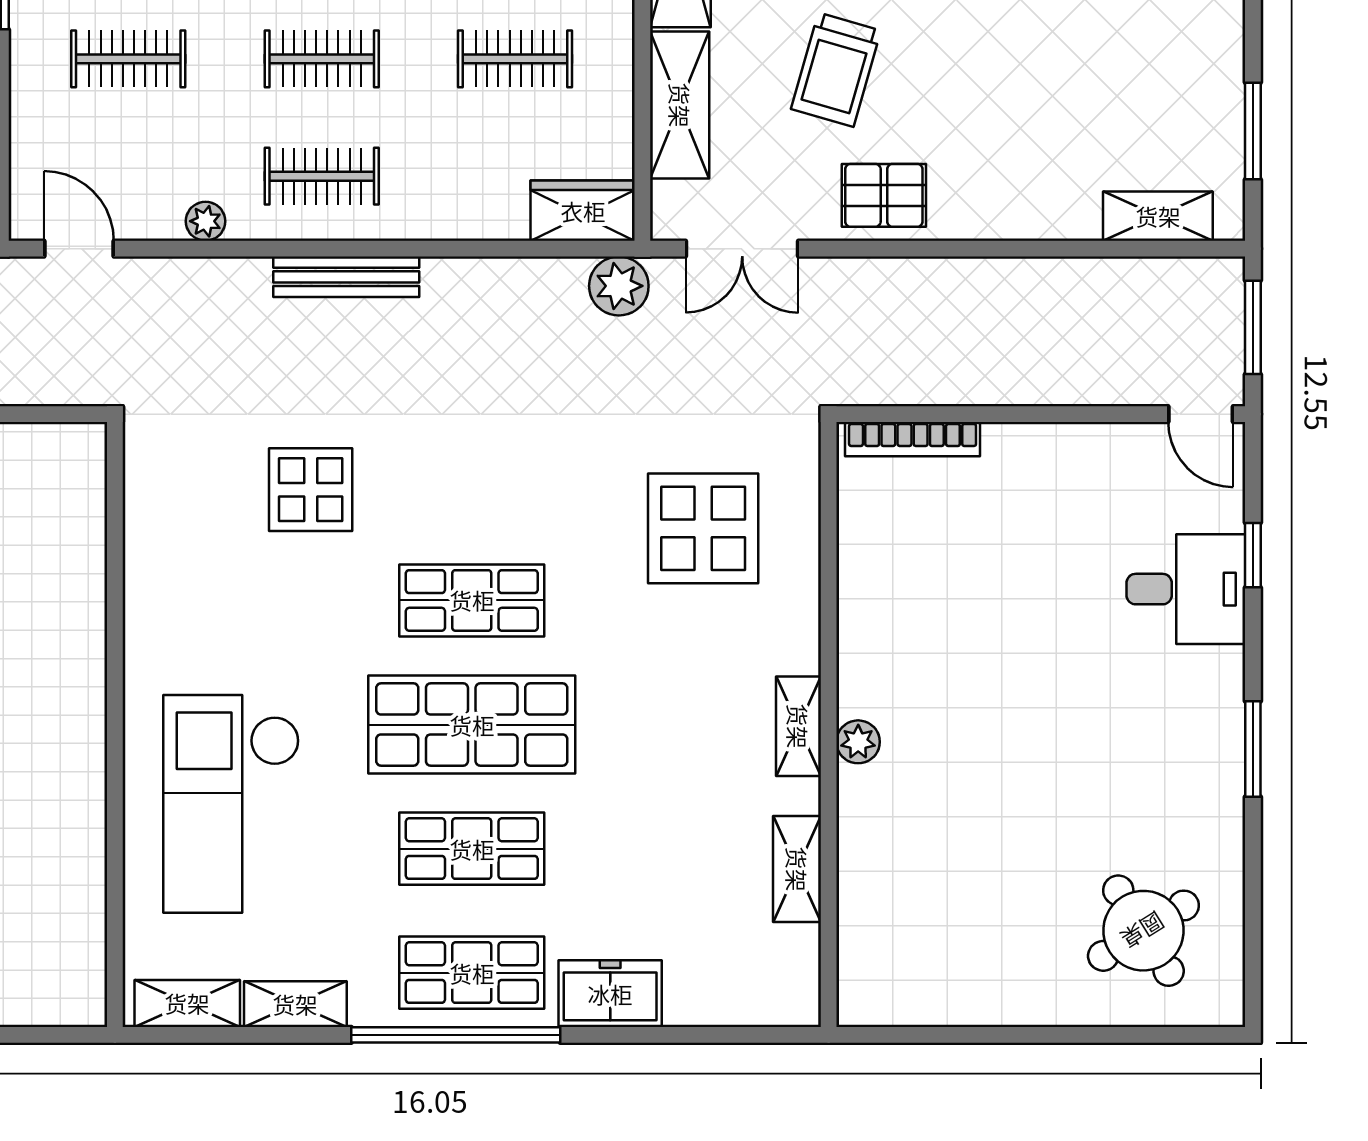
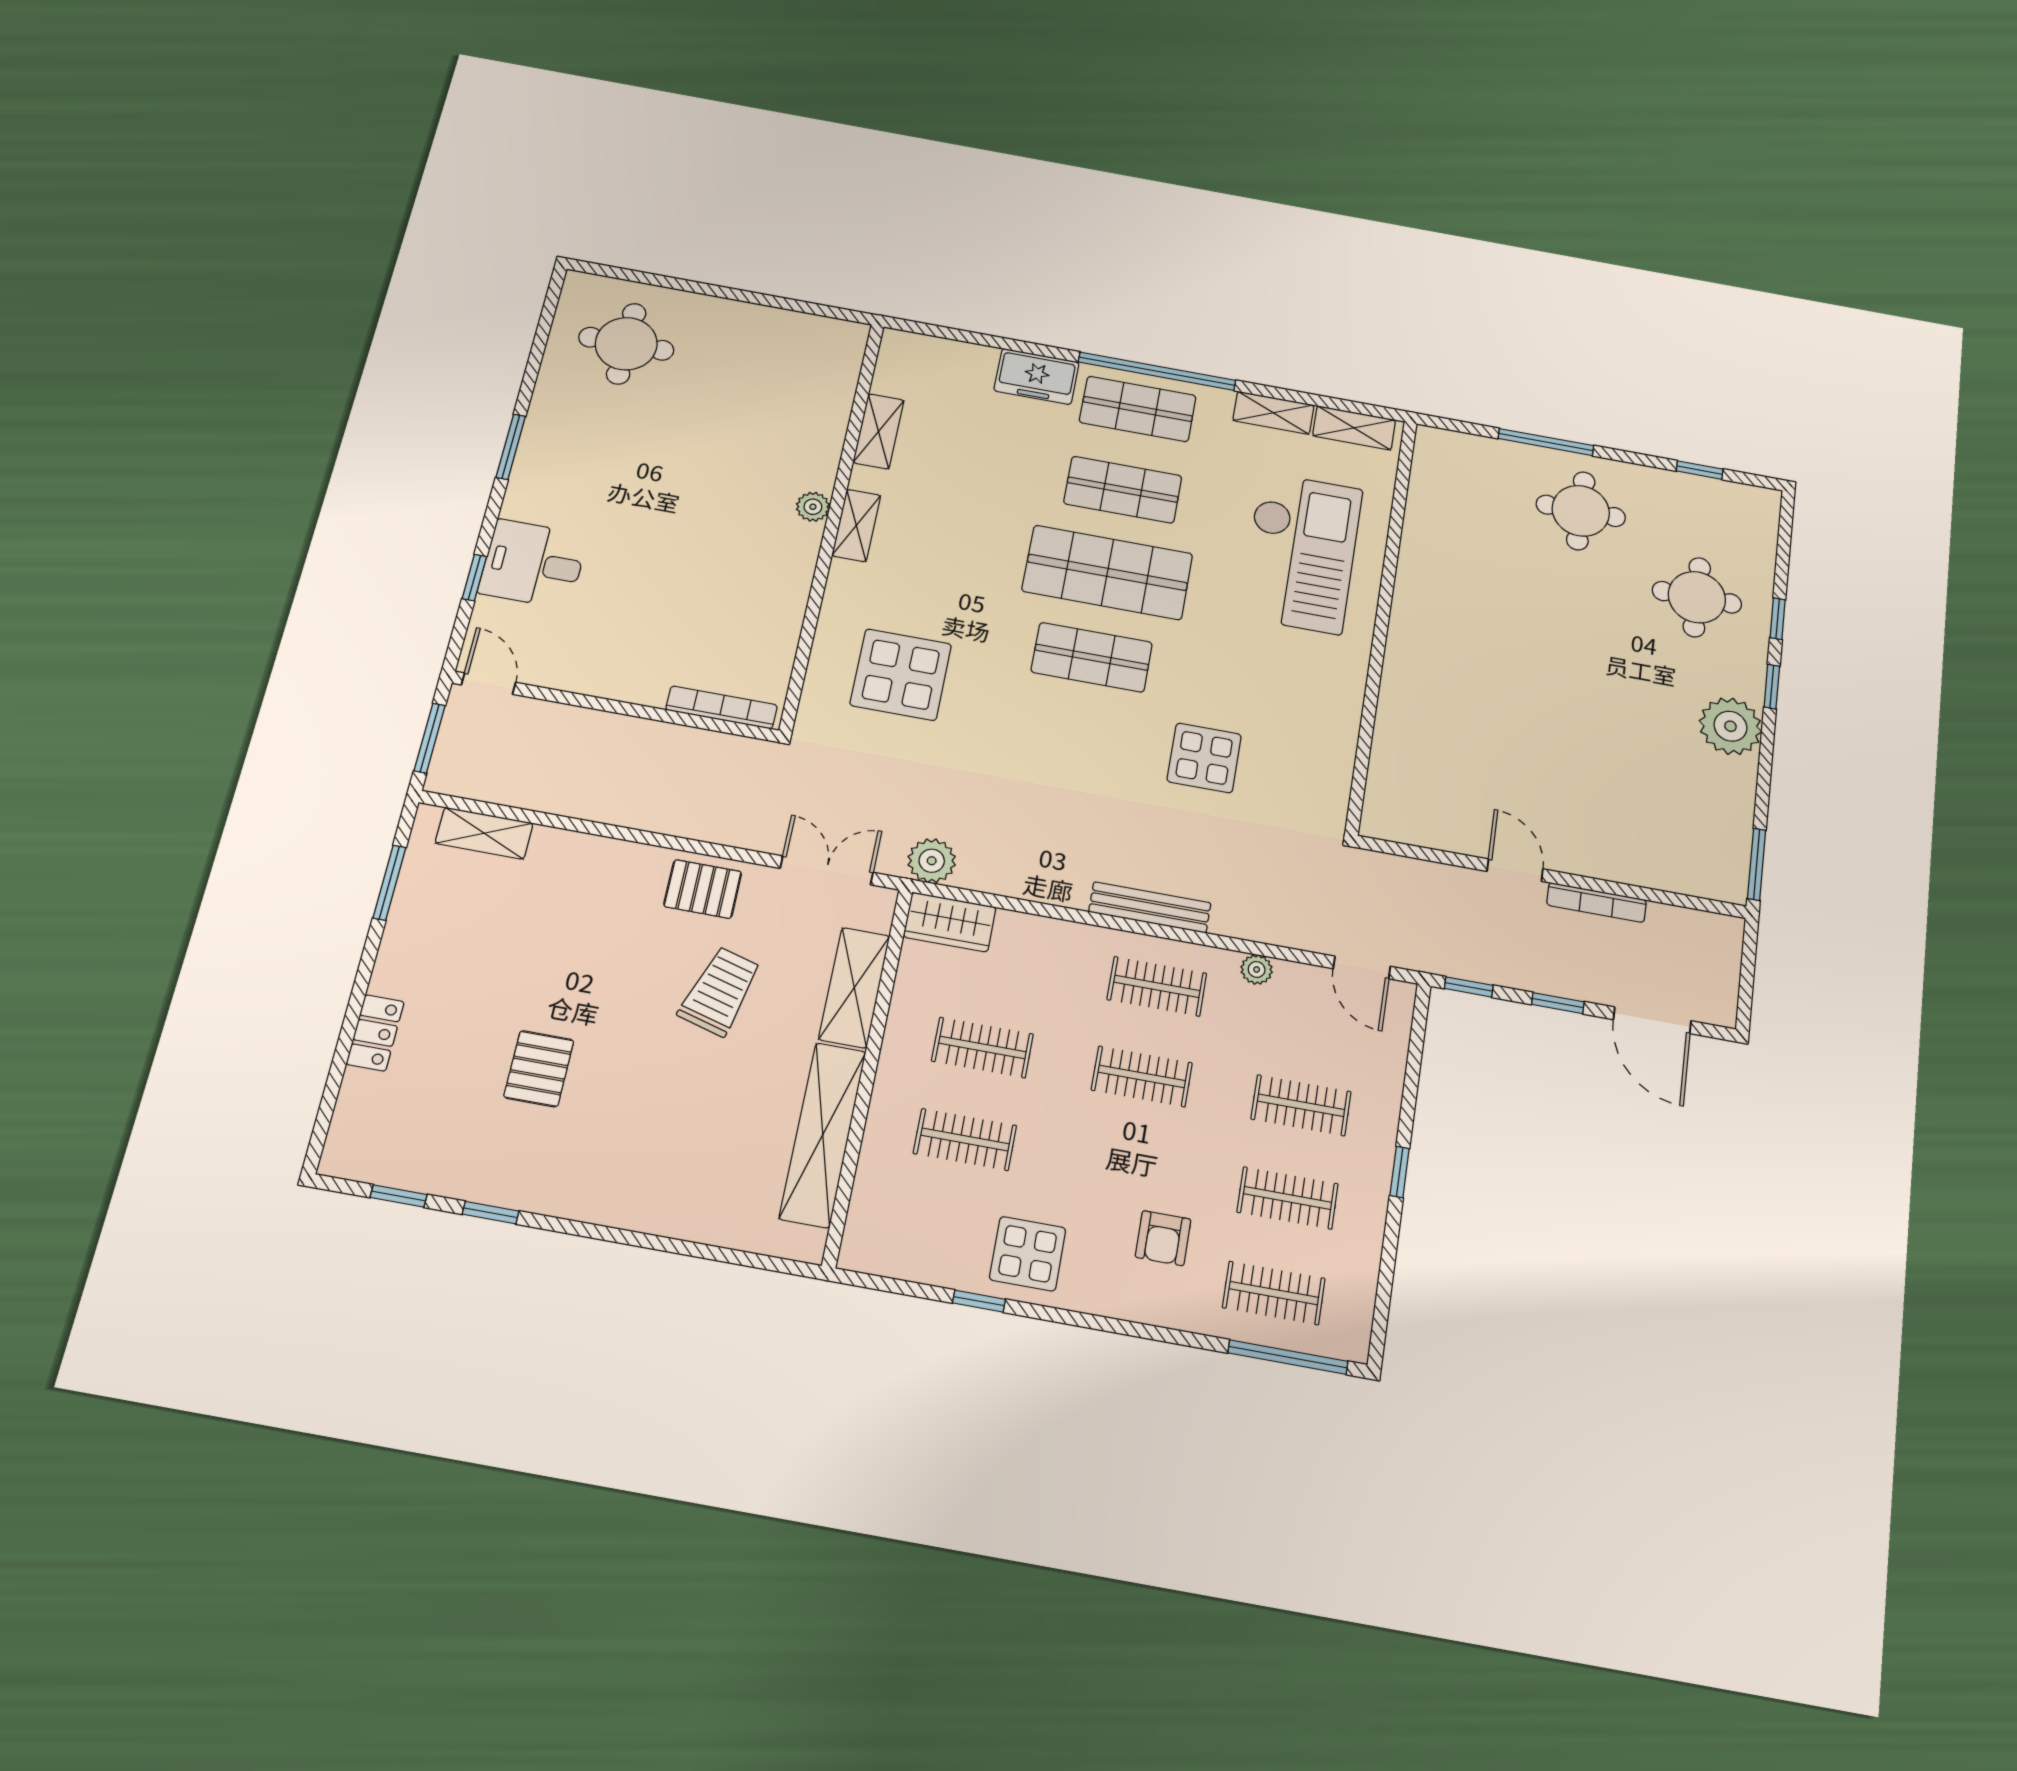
round table: (1143, 931) -> (626, 344), turned 32

